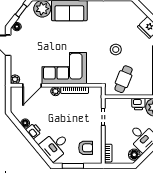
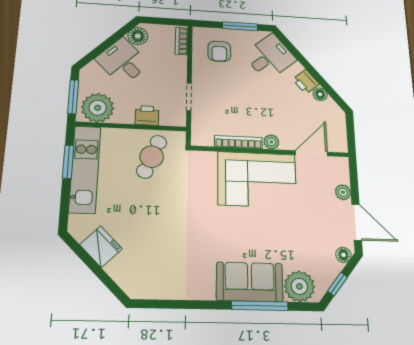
stool: (116, 50) -> (164, 208), removed
plant: (15, 79) -> (343, 192), moved
printer: (138, 104) -> (147, 115), moved
armchair: (86, 148) -> (219, 51), turned -90

